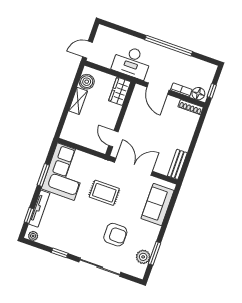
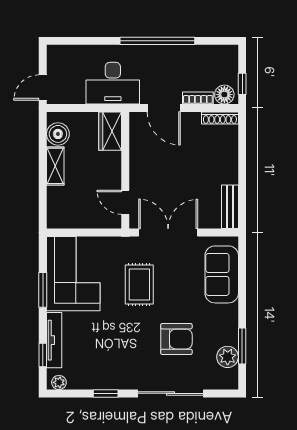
rug: (104, 193) -> (139, 284), turned 90

